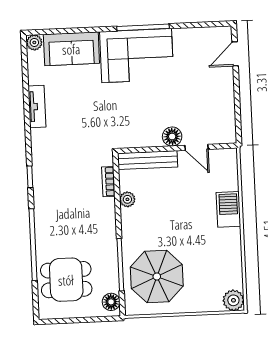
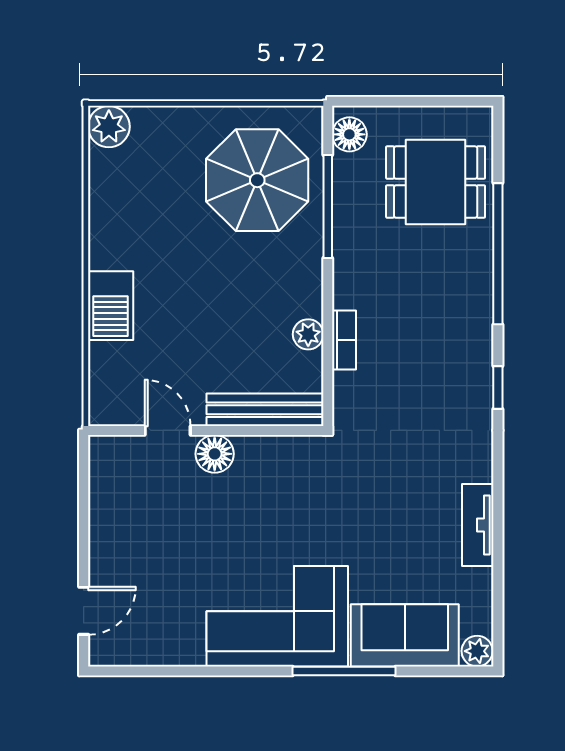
window: (143, 27) -> (344, 671), moved
bookcase: (108, 182) -> (344, 340), moved

